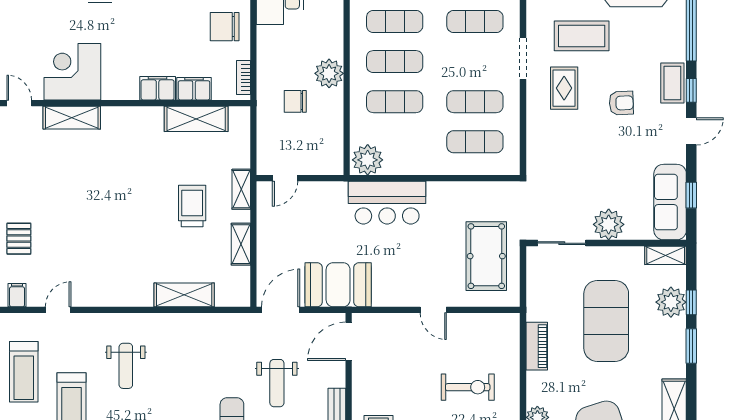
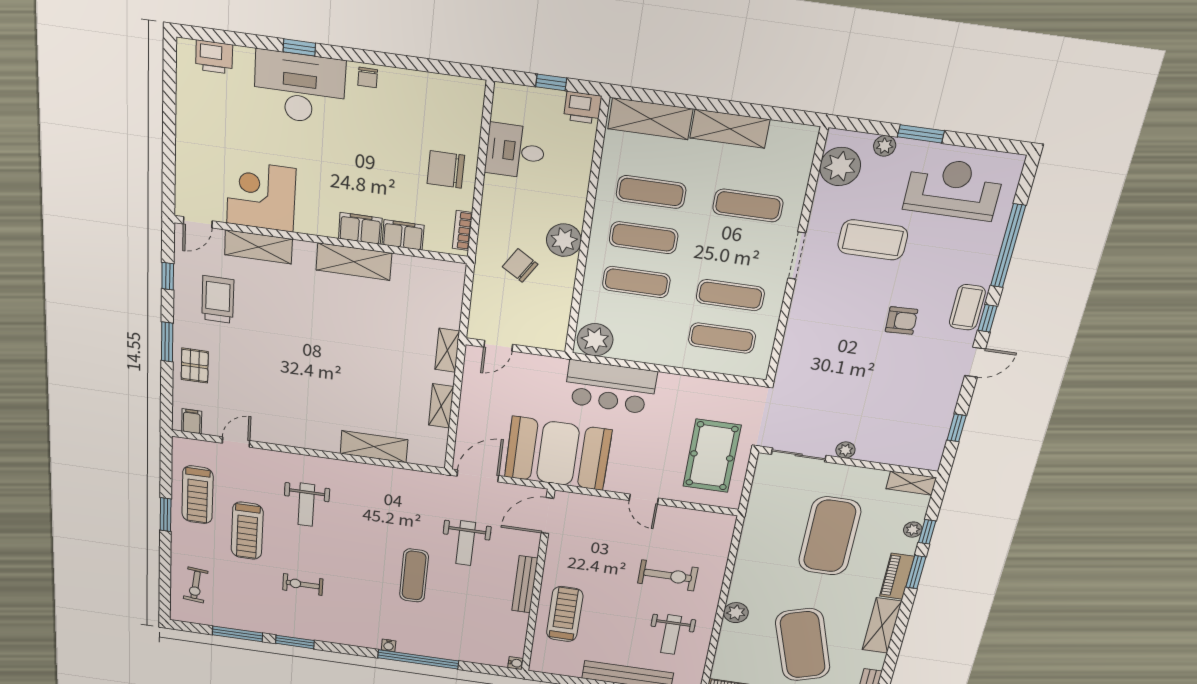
rug: (564, 88) -> (838, 295), removed
chair: (295, 101) -> (520, 266), turned 32
door: (19, 103) -> (198, 222), swing flipped
shelving: (196, 119) -> (354, 262), moved
sofa: (670, 202) -> (931, 431), removed
trolley: (192, 206) -> (218, 300), moved
plant: (609, 224) -> (845, 450), width x0.53, depth x0.53
booth: (338, 285) -> (558, 453), width x1.36, depth x1.42
plant: (671, 302) -> (913, 530), width x0.53, depth x0.53
piano: (537, 346) -> (897, 576), moved, turned 180

